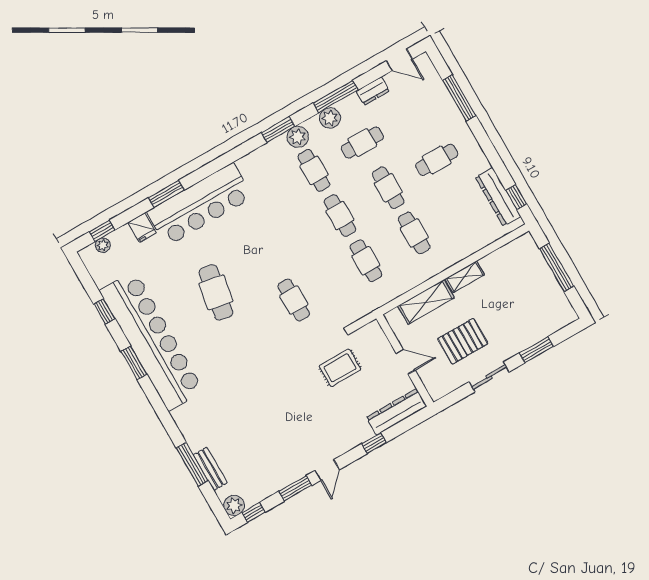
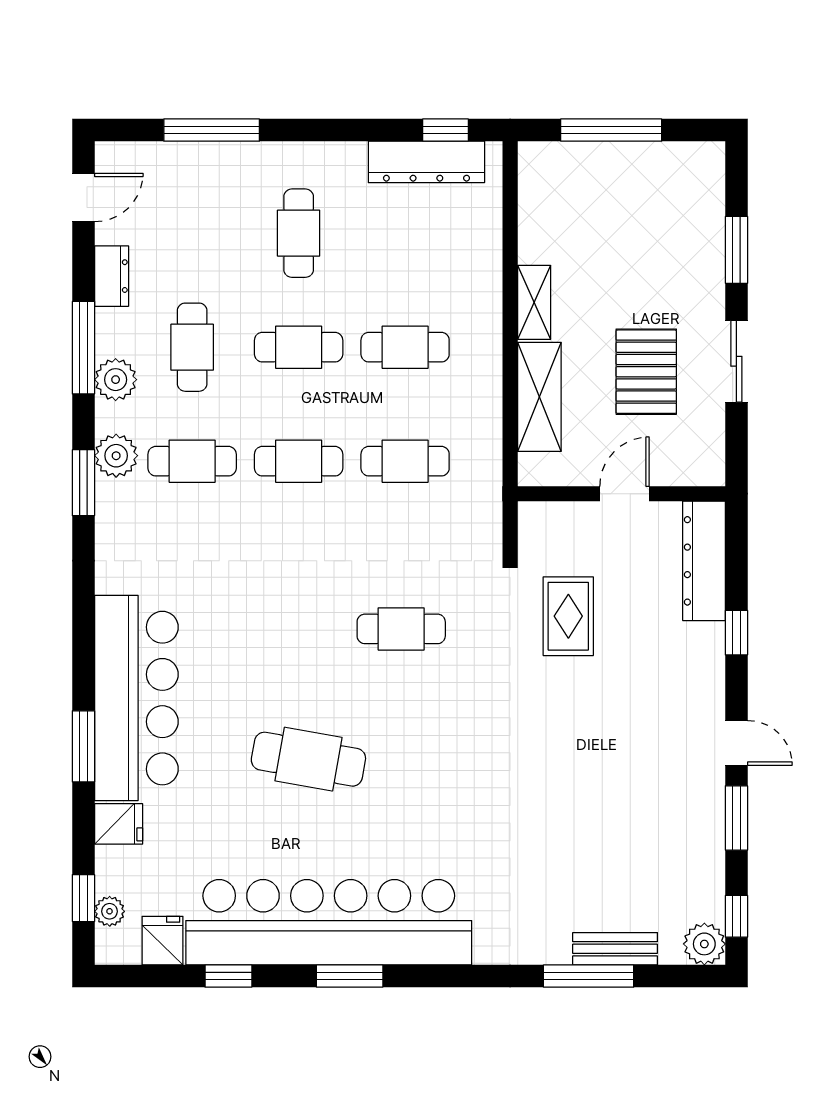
fridge: (103, 275) -> (162, 941), added

